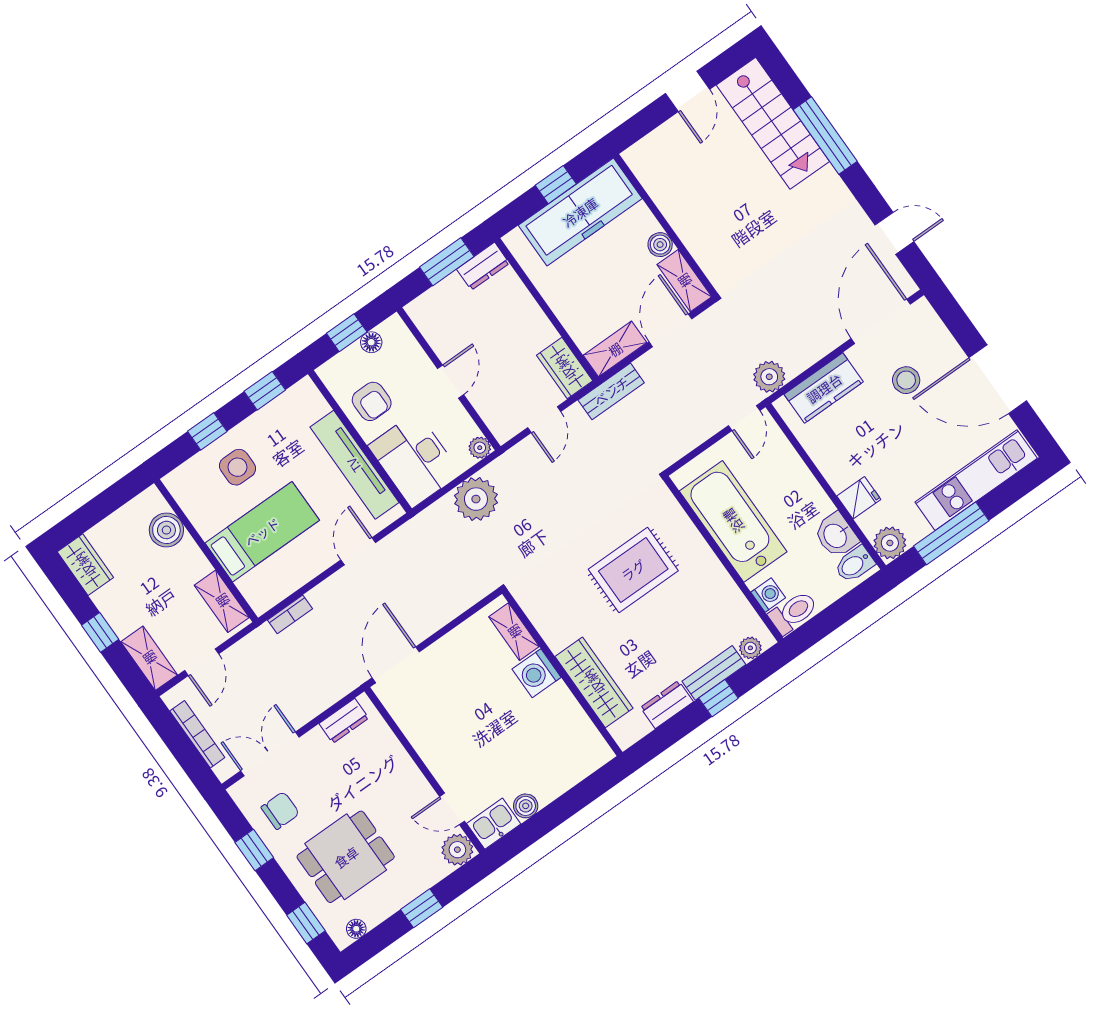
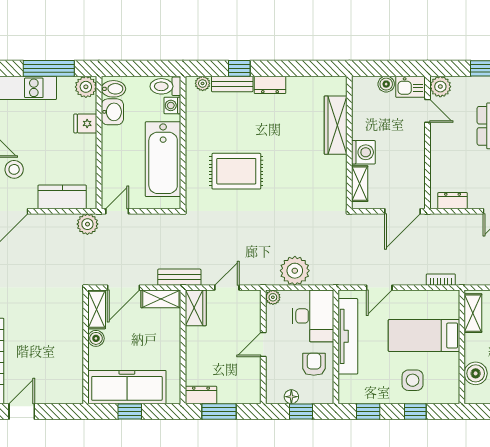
shelving: (514, 632) -> (360, 184), moved
washing machine: (537, 673) -> (363, 152), moved
wall: (562, 673) -> (349, 142), moved
wardrobe: (594, 682) -> (336, 125), moved

